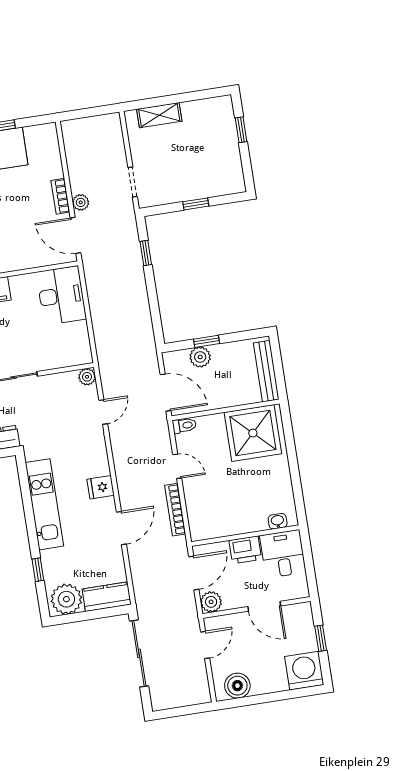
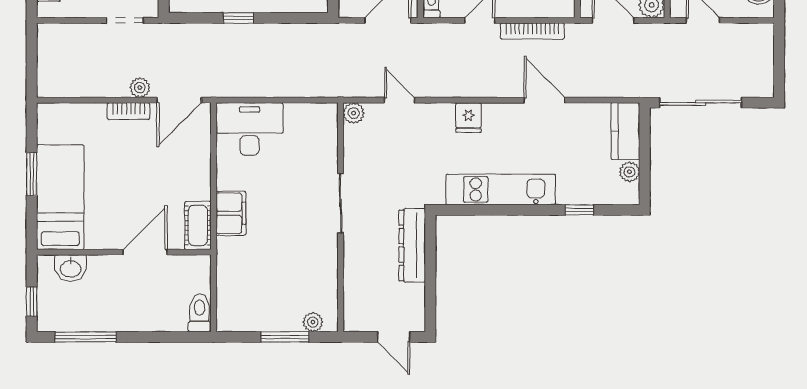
window: (146, 253) -> (238, 18), moved
fridge: (101, 487) -> (468, 118), moved
plant: (66, 599) -> (630, 172), width x0.53, depth x0.53

